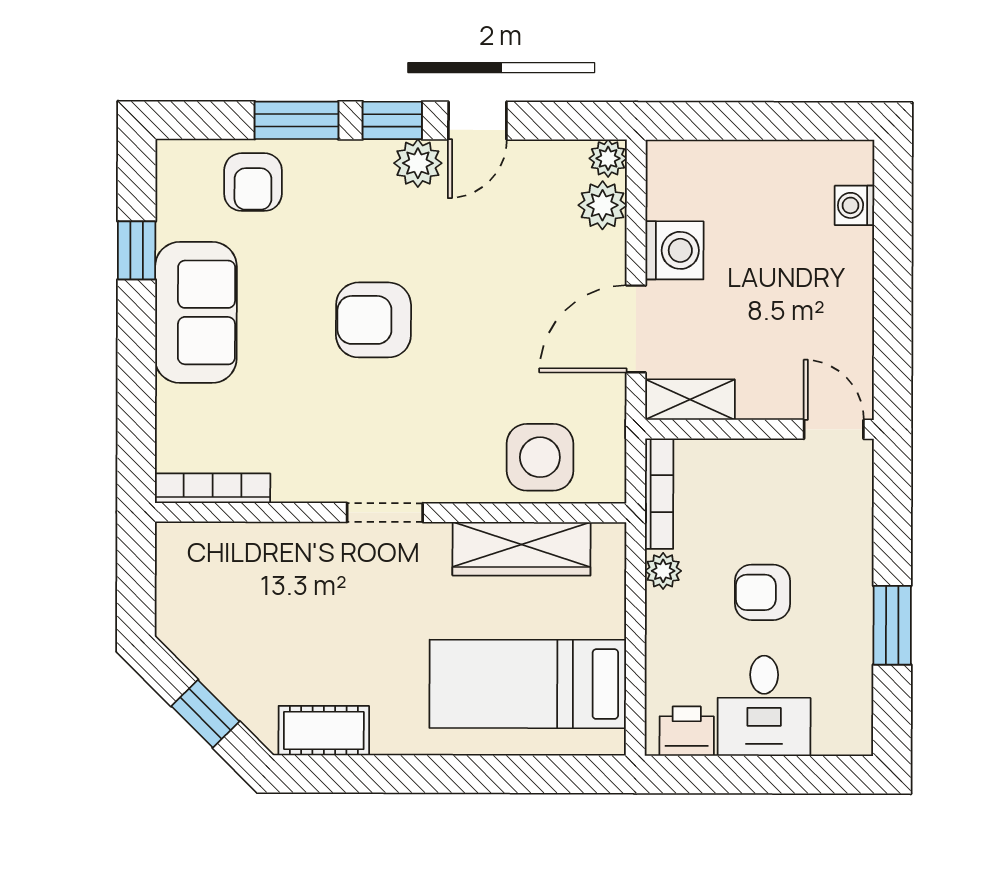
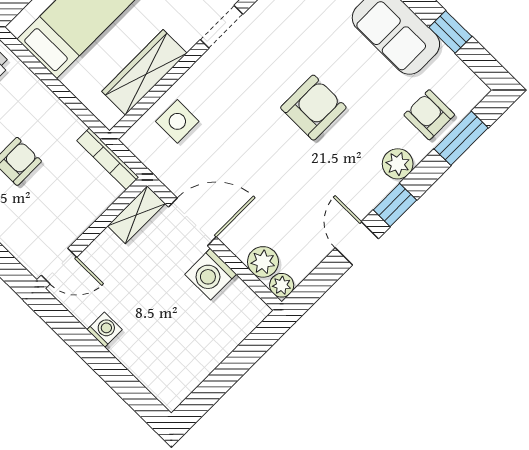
window: (296, 120) -> (461, 138), moved
plant: (418, 163) -> (398, 164), moved
washing machine: (854, 205) -> (105, 330), moved
door: (636, 329) -> (192, 222), hinge flipped
side table: (540, 457) -> (177, 121), width x0.73, depth x0.73
plant: (663, 571) -> (71, 126), removed

